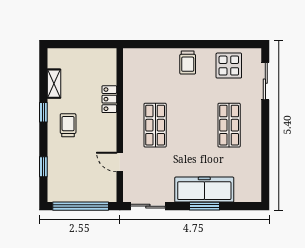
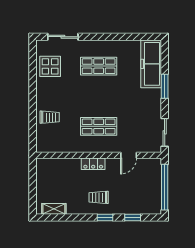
trolley: (188, 63) -> (50, 117), moved
shelving: (54, 84) -> (54, 209), moved
locker: (109, 99) -> (93, 164), moved
window: (43, 112) -> (105, 217), moved
freezer: (204, 190) -> (151, 64), moved

